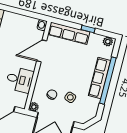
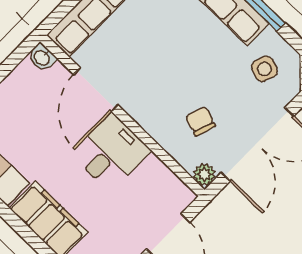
desk: (20, 80) -> (111, 153), moved
side table: (70, 97) -> (264, 69), moved

